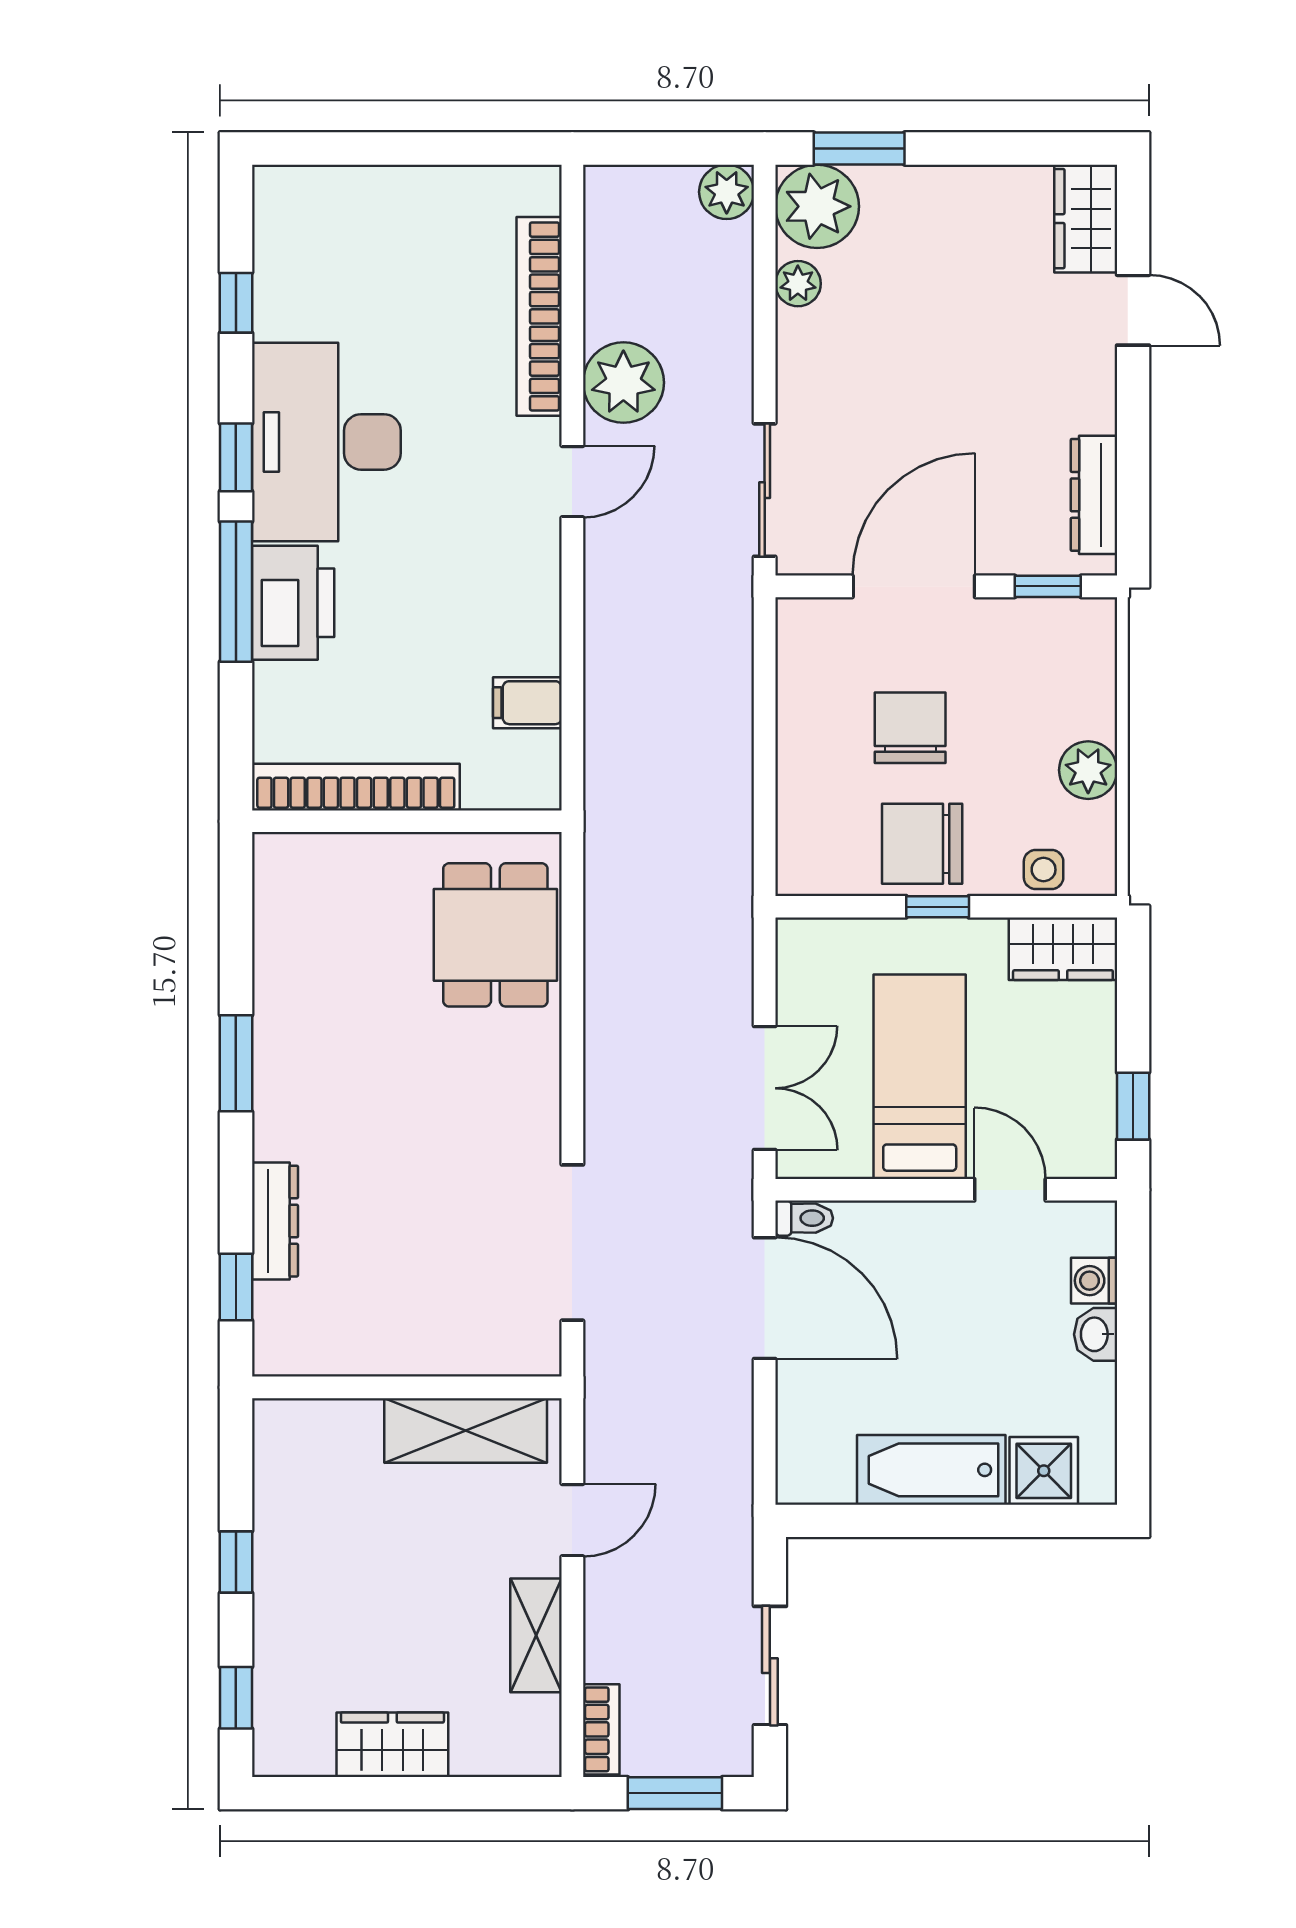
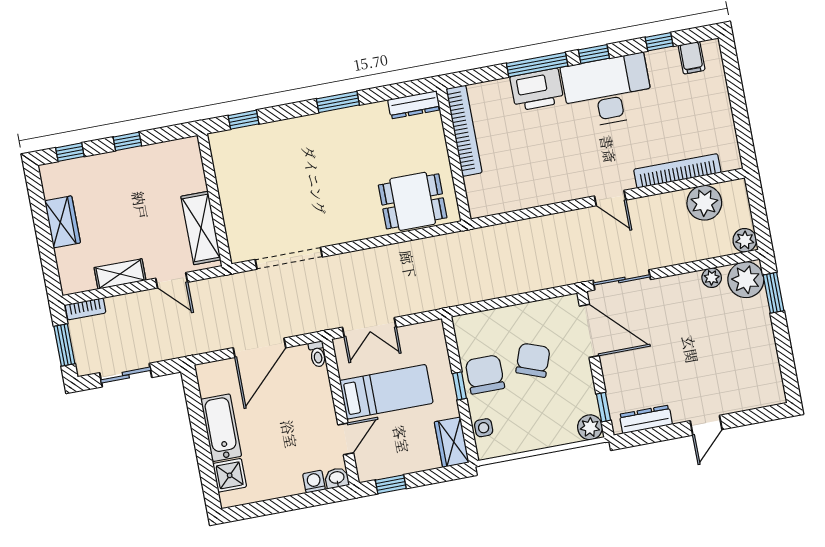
wardrobe: (1086, 219) -> (762, 394), removed
door: (1133, 310) -> (706, 425), moved
plant: (623, 383) -> (704, 203), moved
door: (914, 586) -> (589, 331), moved
filing cabinet: (527, 703) -> (692, 58), moved, turned 180
chair: (910, 728) -> (533, 360), turned -70
plant: (1088, 770) -> (590, 427), moved
dresser: (275, 1221) -> (414, 105), moved
door: (765, 1298) -> (259, 348), moved
washbasin: (1096, 1334) -> (337, 478), moved

